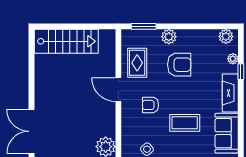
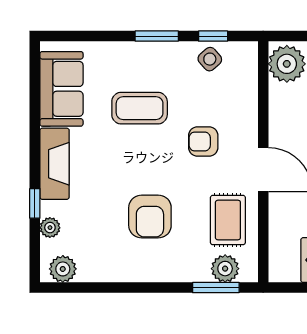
plant: (169, 37) -> (225, 269), moved
armchair: (179, 65) -> (150, 217), turned -90
armchair: (150, 105) -> (203, 141), turned 180

